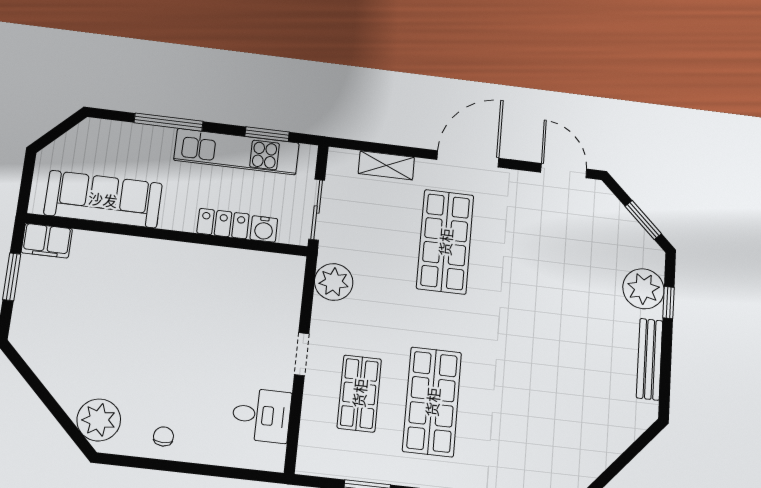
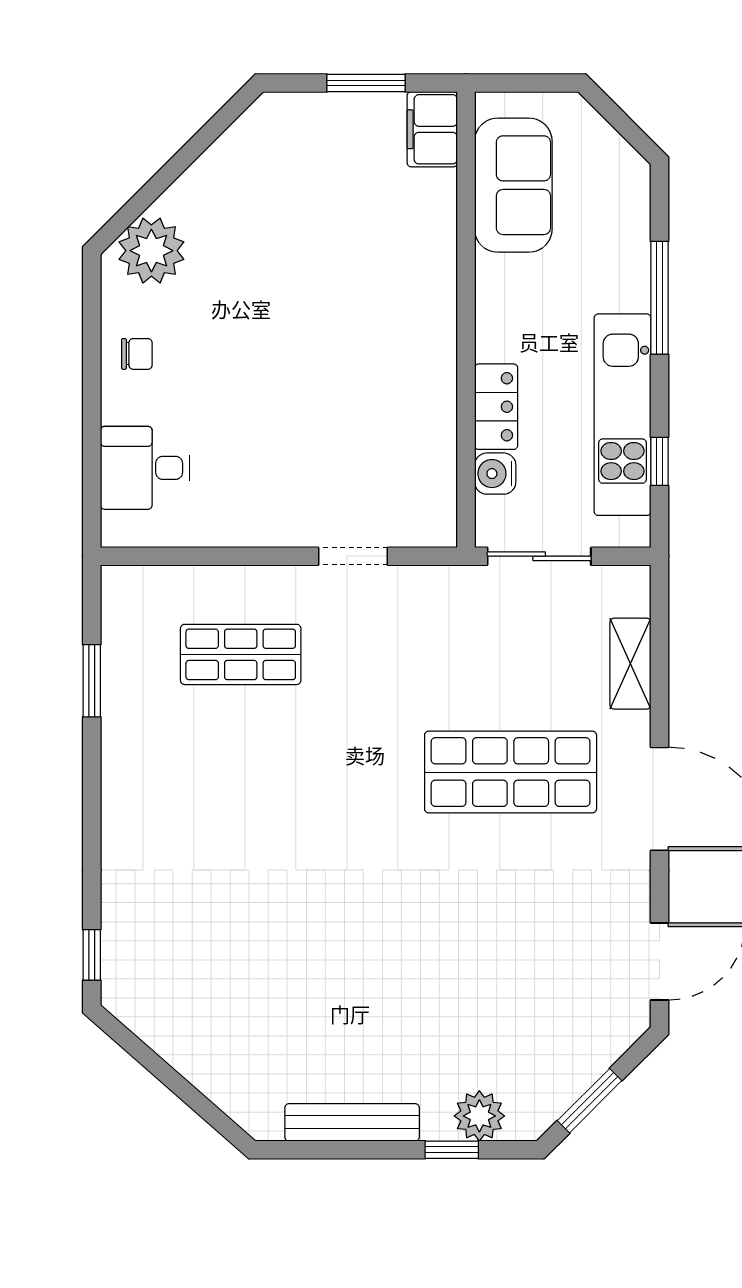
window: (267, 134) -> (659, 461), width x0.67
sofa: (103, 199) -> (513, 185), width x0.73
plant: (334, 282) -> (420, 596), removed
plant: (643, 289) -> (479, 1116), width x0.73, depth x0.73
doorway: (302, 354) -> (353, 556), moved
shop shelf: (432, 402) -> (241, 772), removed
desk: (261, 415) -> (145, 468), moved, turned 90

